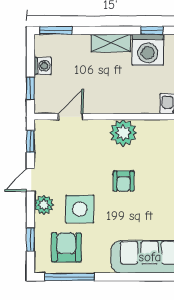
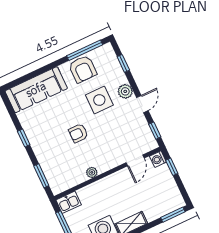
washing machine: (43, 66) -> (158, 159), moved
plant: (123, 133) -> (92, 172), width x0.53, depth x0.53
armchair: (124, 181) -> (78, 133), turned -90
armchair: (66, 247) -> (83, 69), moved

